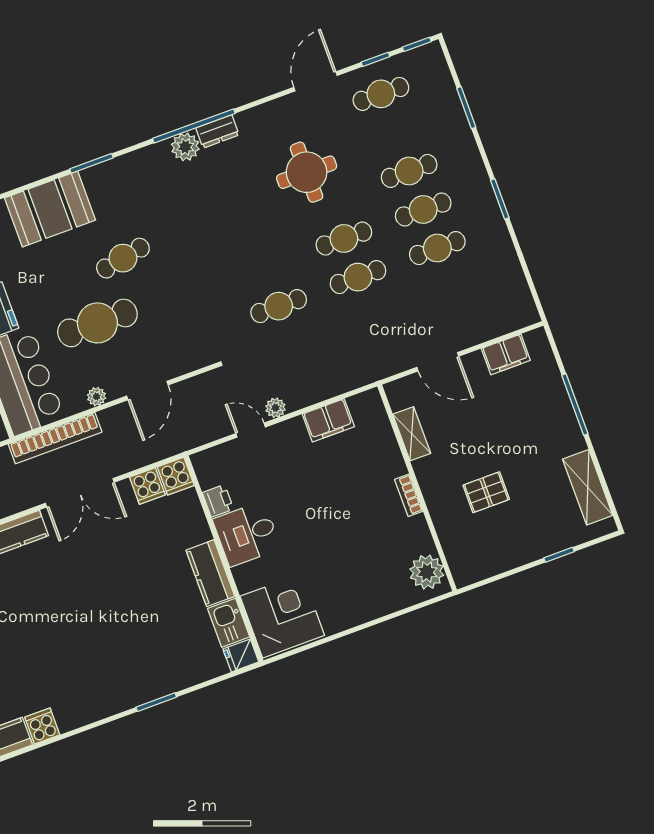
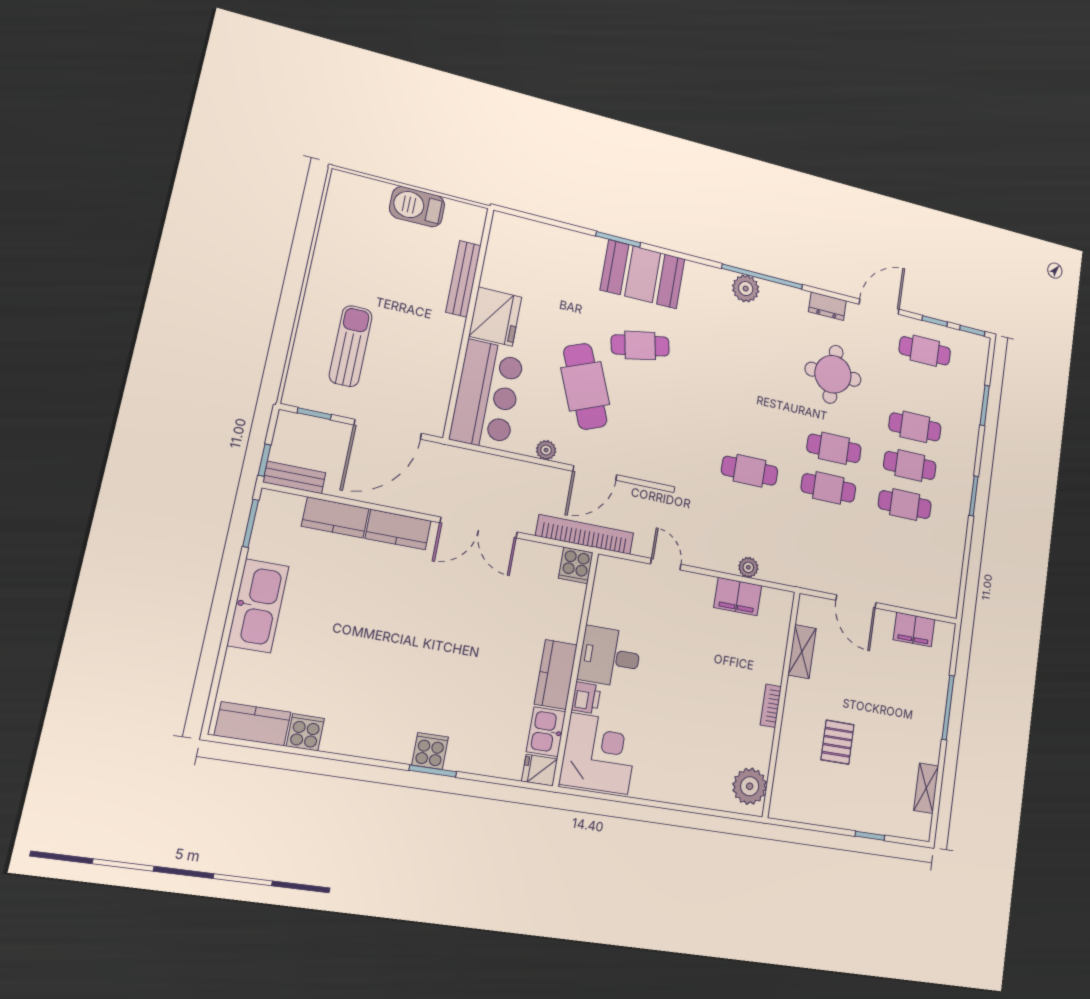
dresser: (217, 131) -> (827, 306), moved
window: (91, 163) -> (618, 239), moved
booth: (50, 209) -> (643, 274), moved
cafe table: (97, 323) -> (585, 386), turned 68
plant: (275, 408) -> (748, 567), moved
bookcase: (55, 438) -> (585, 534), moved, turned 180
cooker: (147, 486) -> (430, 751), moved, turned 180
shelving: (588, 487) -> (926, 788), width x0.67, depth x0.75
pallet: (486, 492) -> (837, 742), turned 90
printer: (218, 501) -> (586, 698), moved

